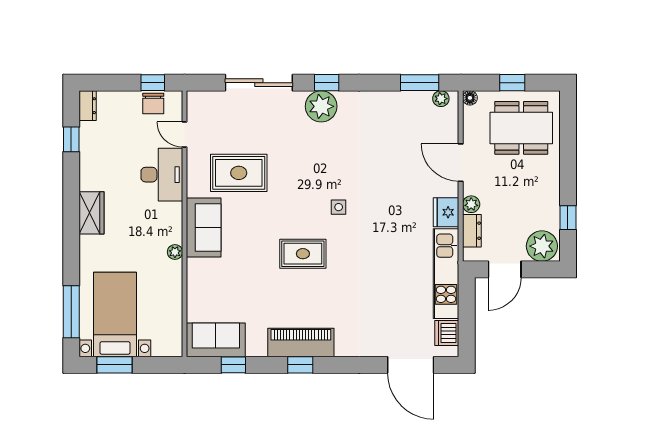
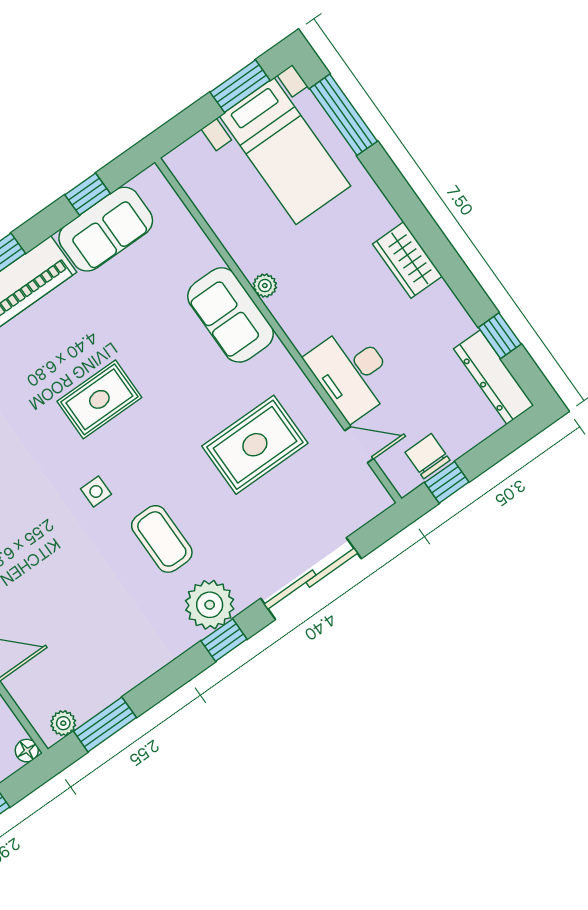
dresser: (88, 106) -> (494, 377), width x1.96, depth x1.24
coffee table: (322, 158) -> (162, 539), added
sofa: (204, 227) -> (230, 315), moved
sofa: (216, 340) -> (106, 229), moved

